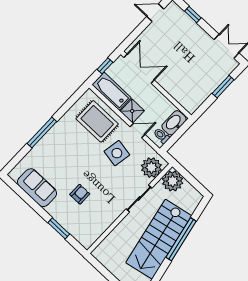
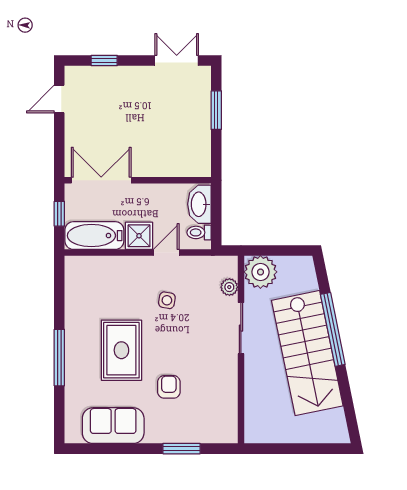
rug: (97, 121) -> (121, 350), moved, turned 90
side table: (117, 153) -> (167, 300), width x0.54, depth x0.54
plant: (151, 168) -> (229, 287), width x0.53, depth x0.53

